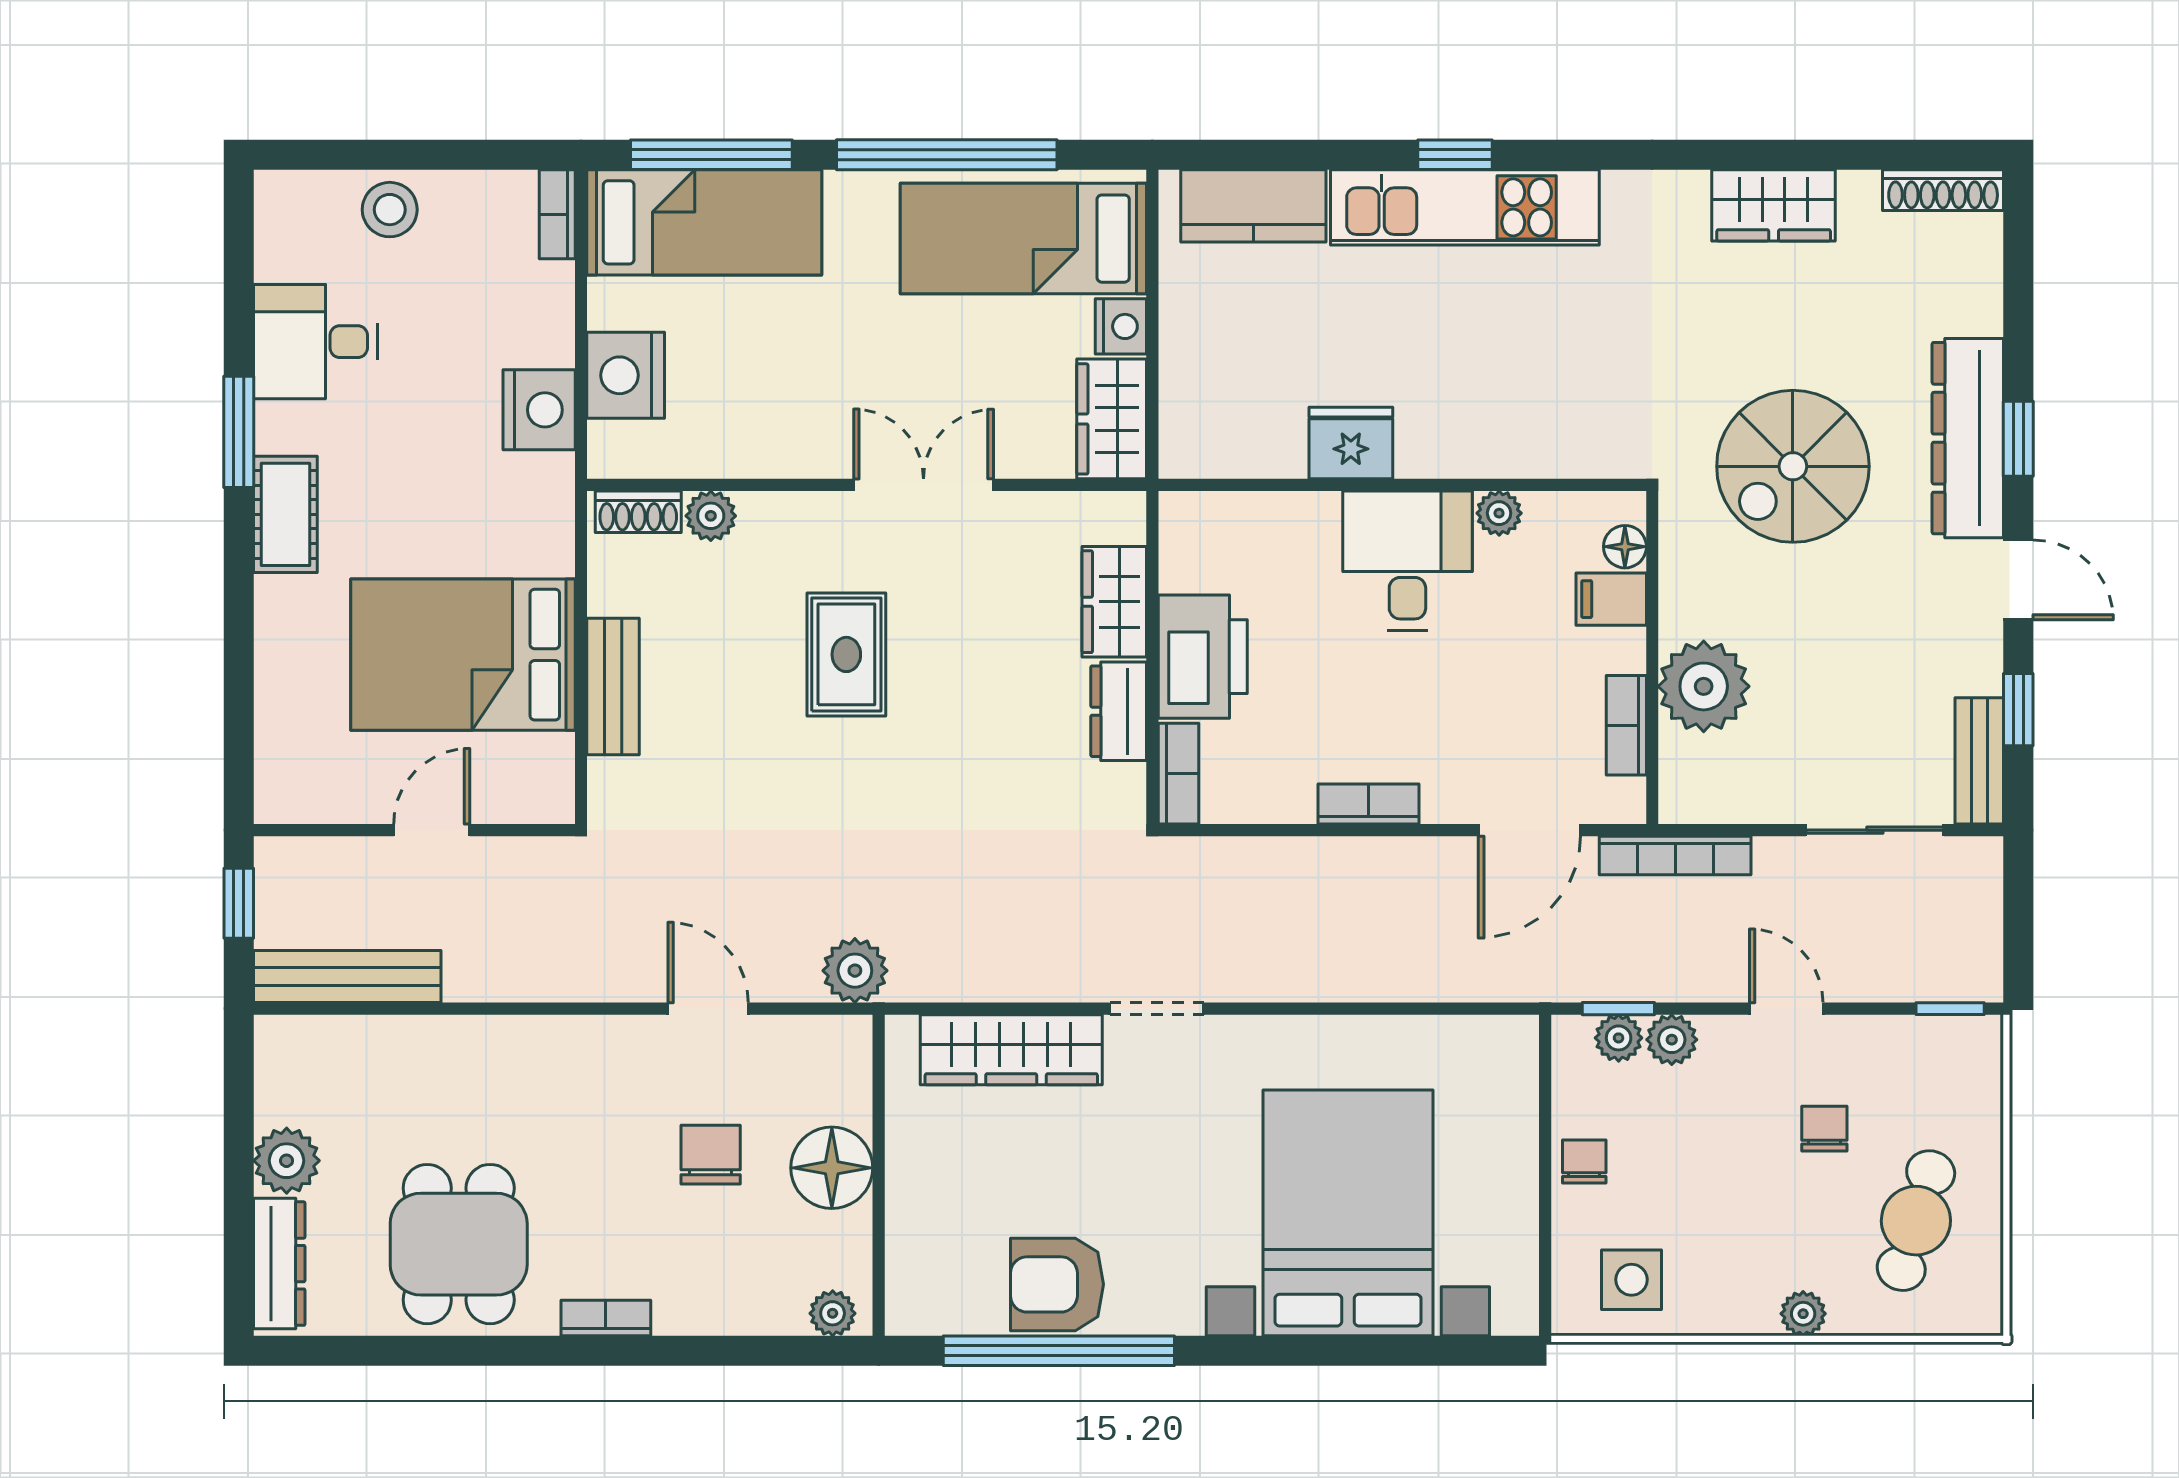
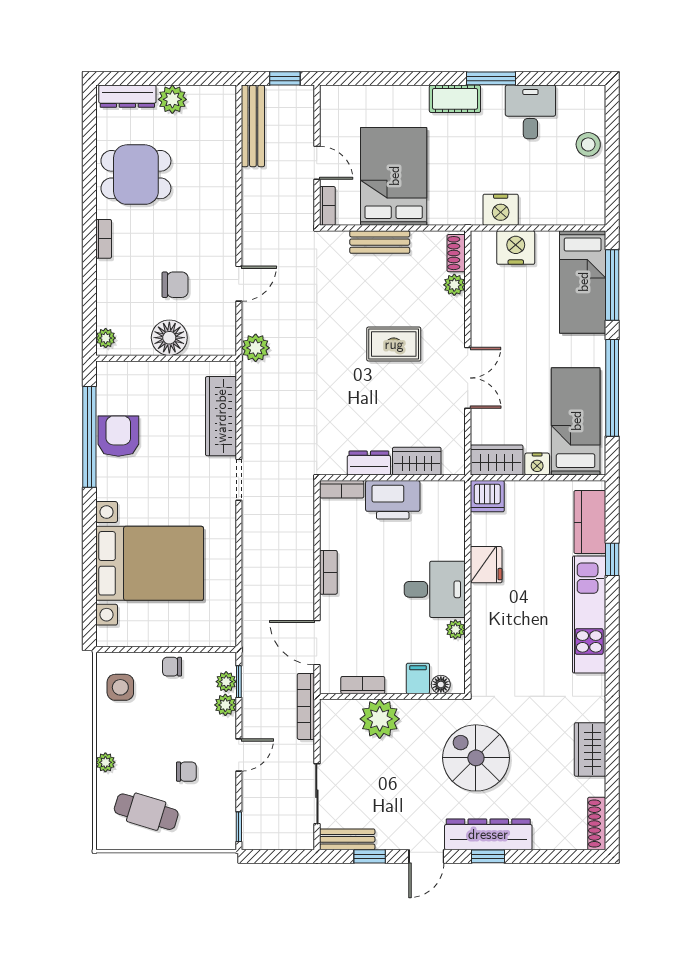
window: (1455, 155) -> (612, 559), moved
bookcase: (557, 214) -> (327, 206), moved, turned 90
dishwasher: (1194, 440) -> (487, 496), added
chair: (1584, 1162) -> (172, 667), turned 180

